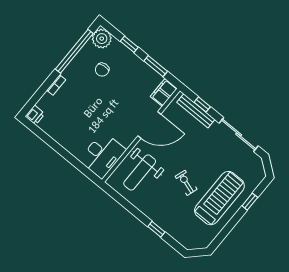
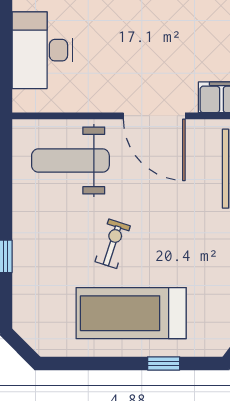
desk: (102, 155) -> (42, 50), moved, turned 90
treadmill: (219, 198) -> (131, 313), turned 180

